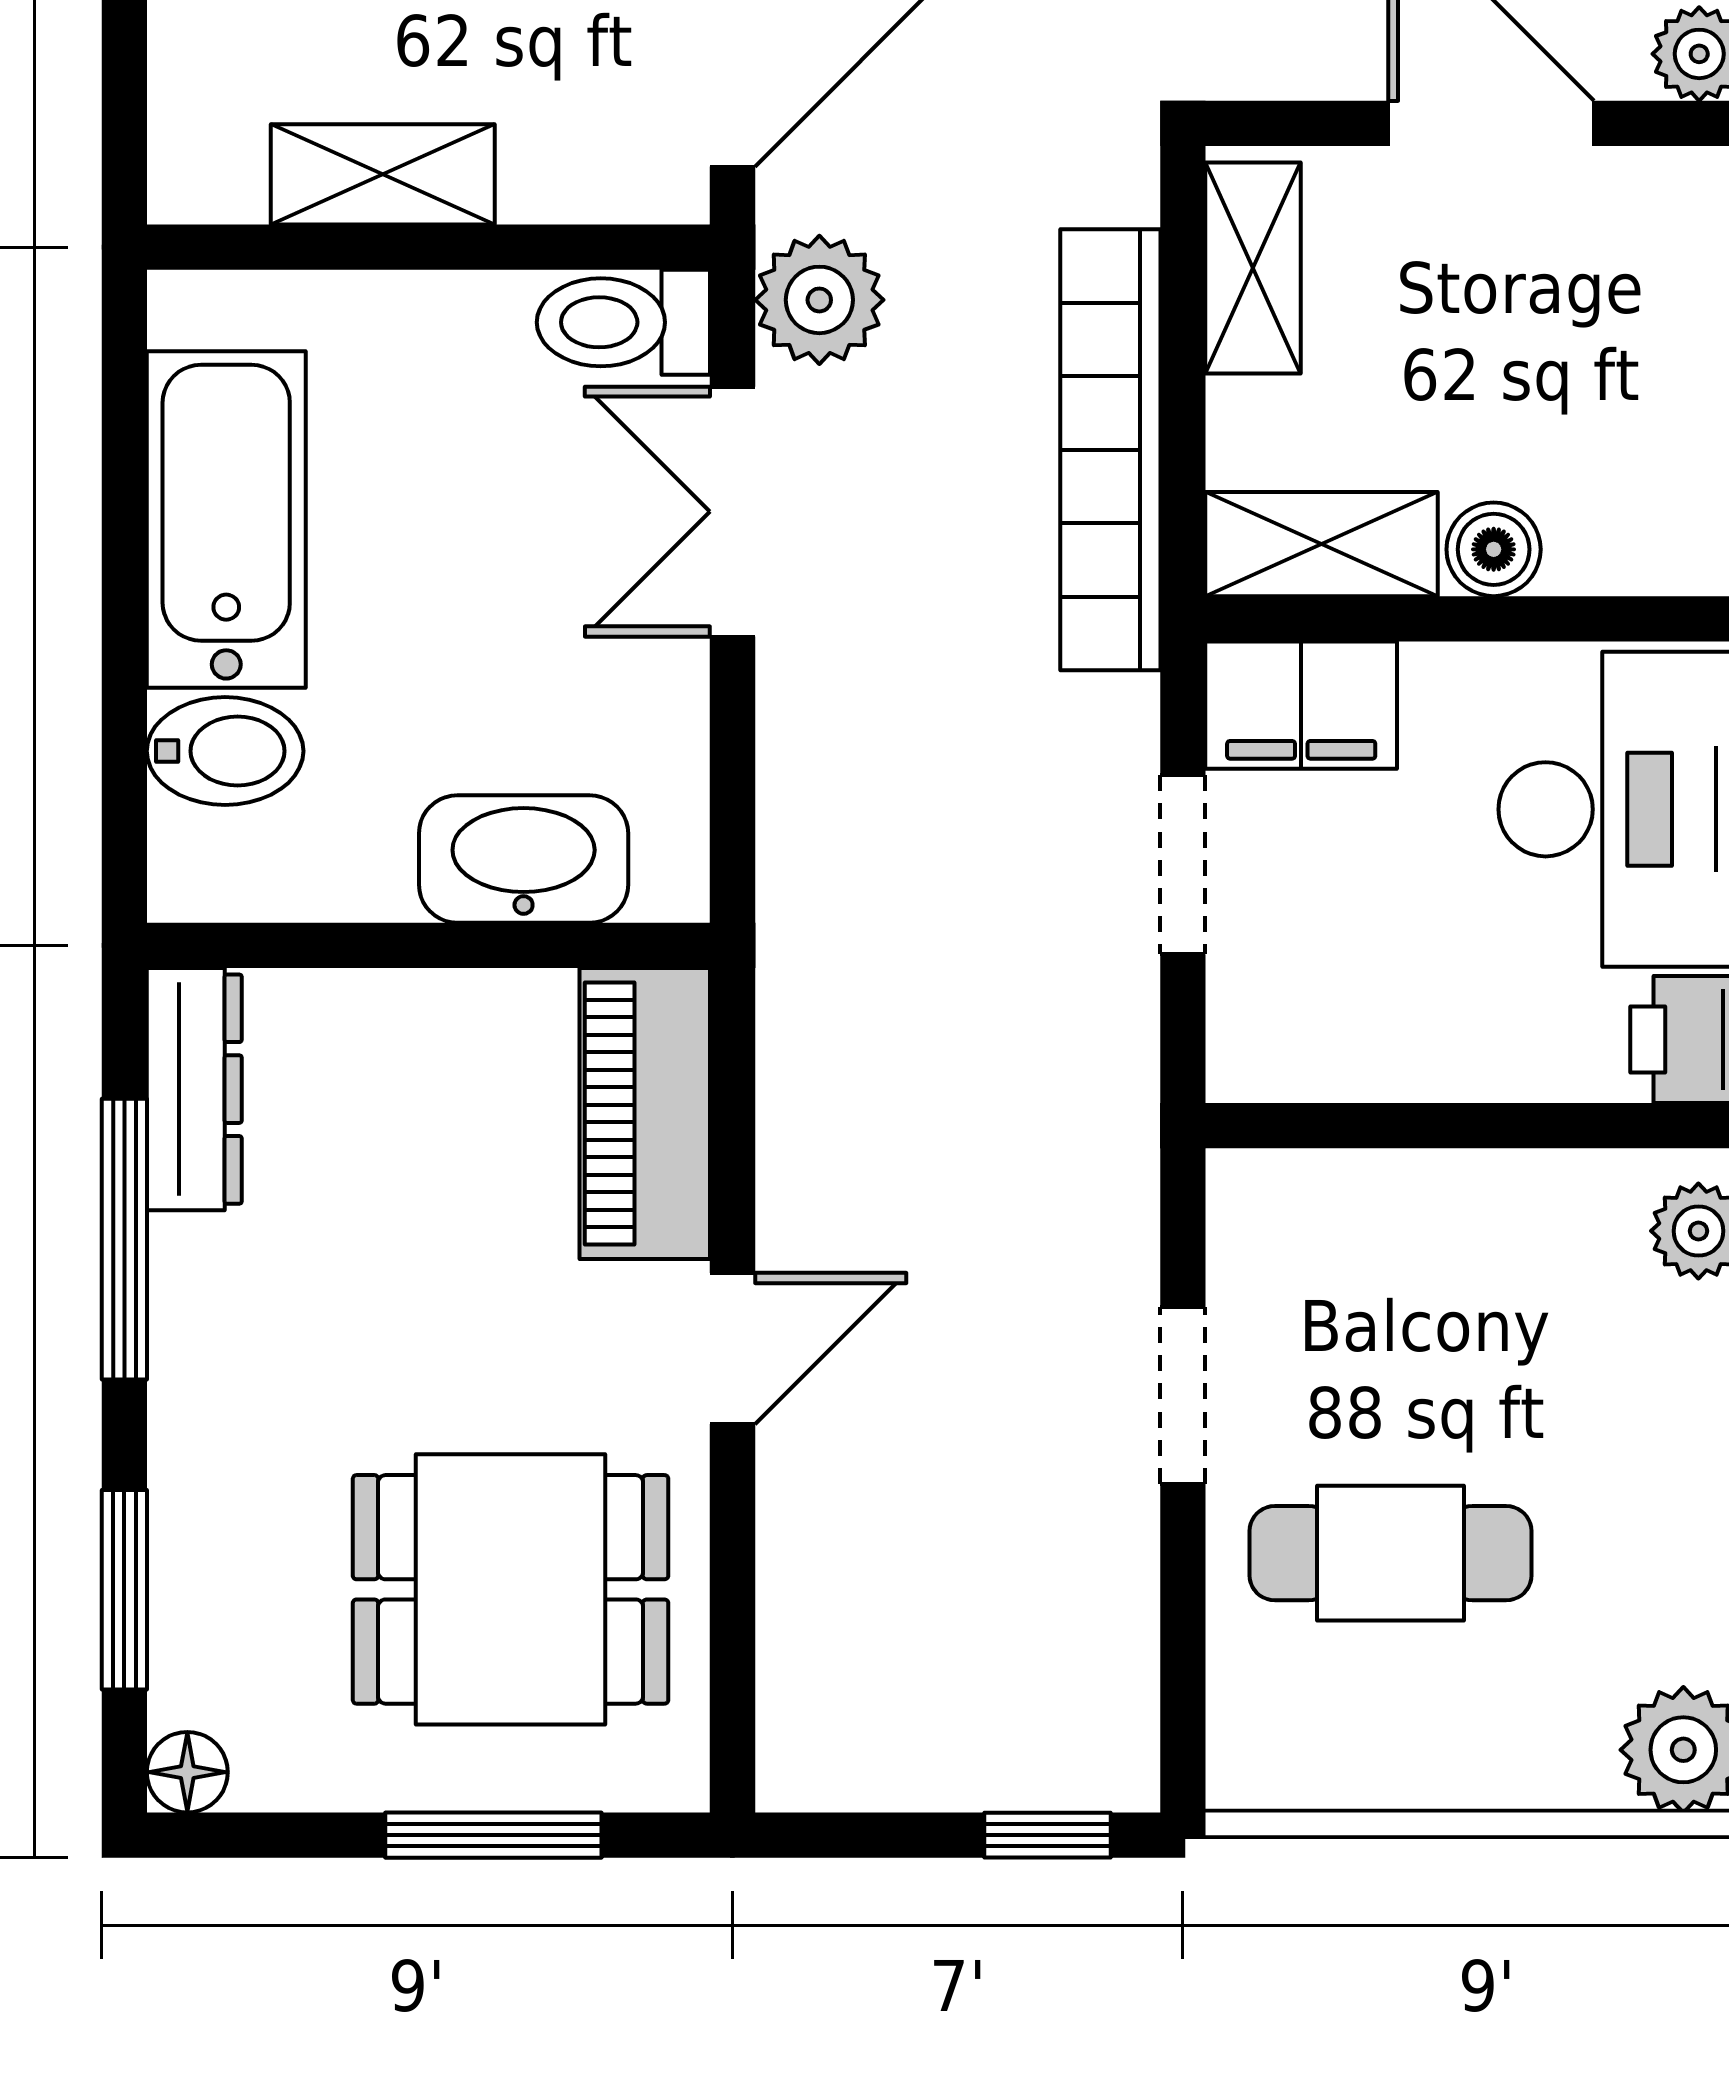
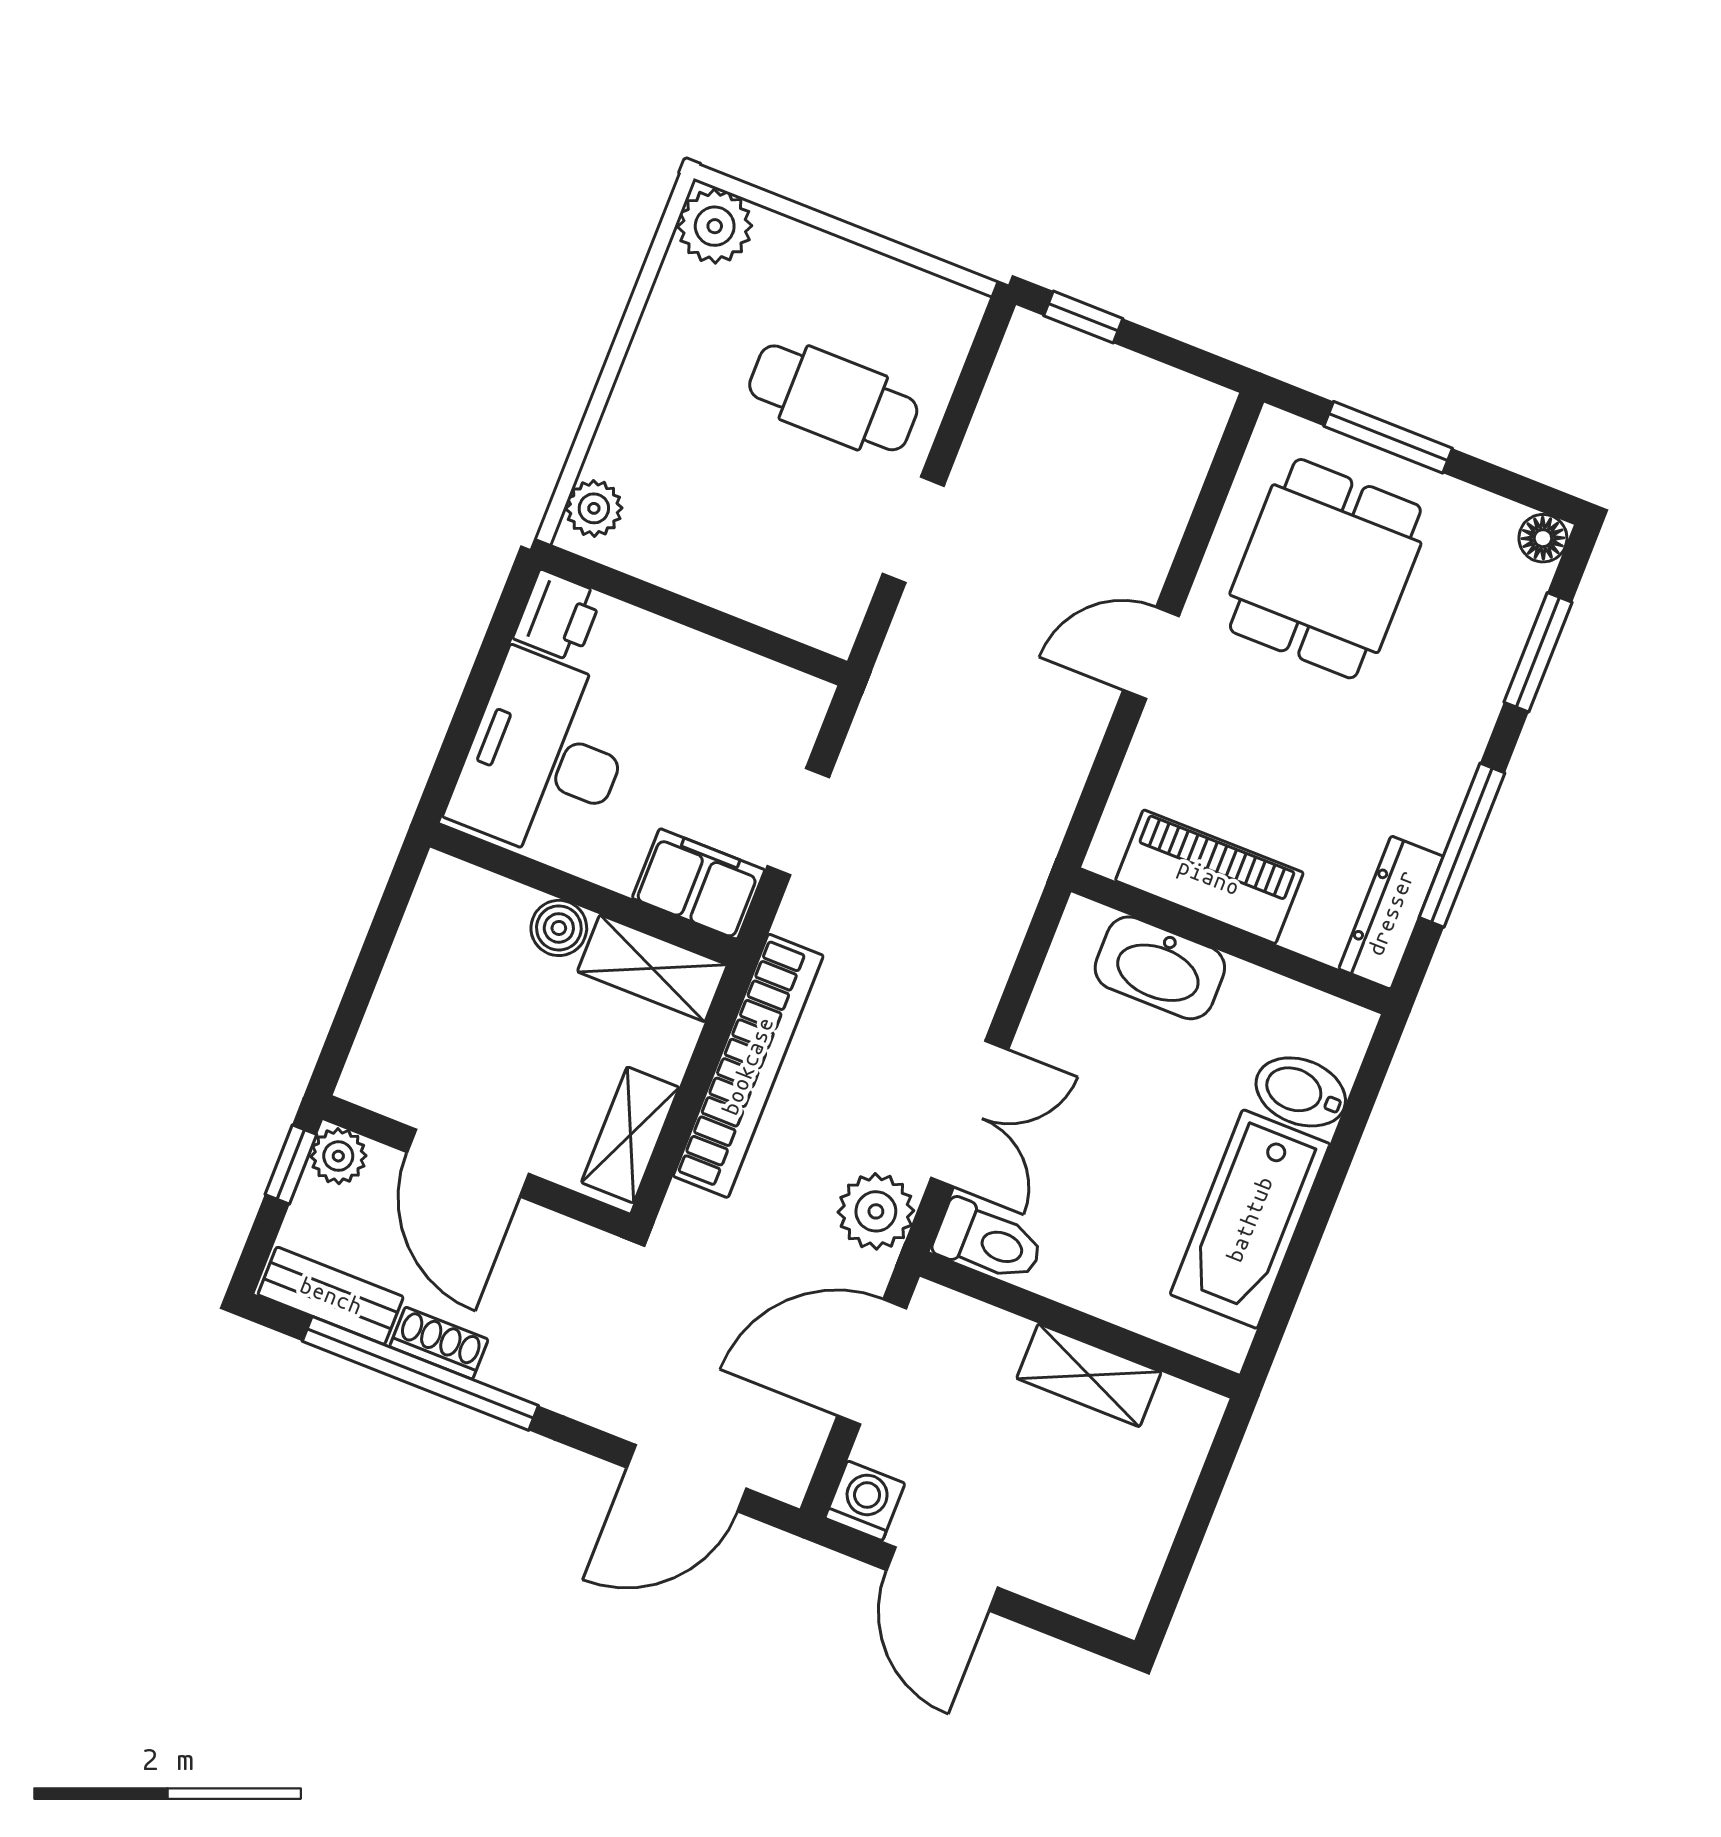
piano: (645, 1114) -> (1209, 877), moved, turned -90
dining table: (511, 1589) -> (1325, 569), turned 90

